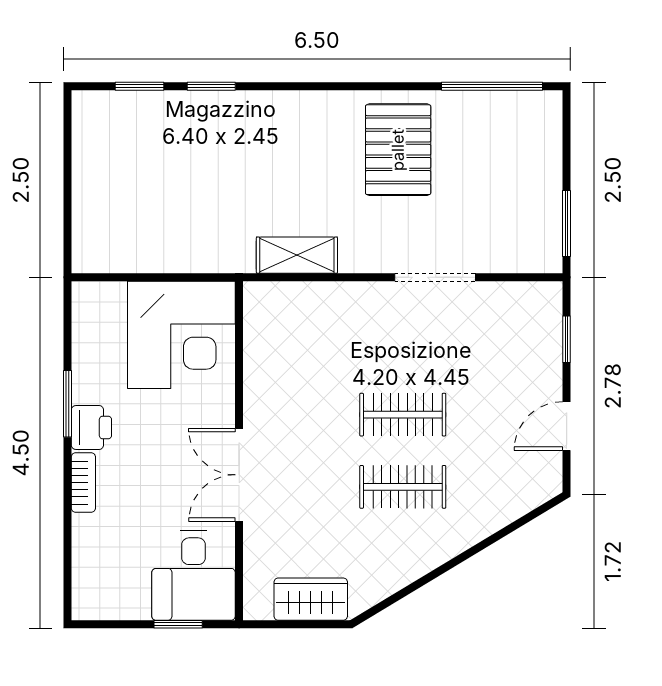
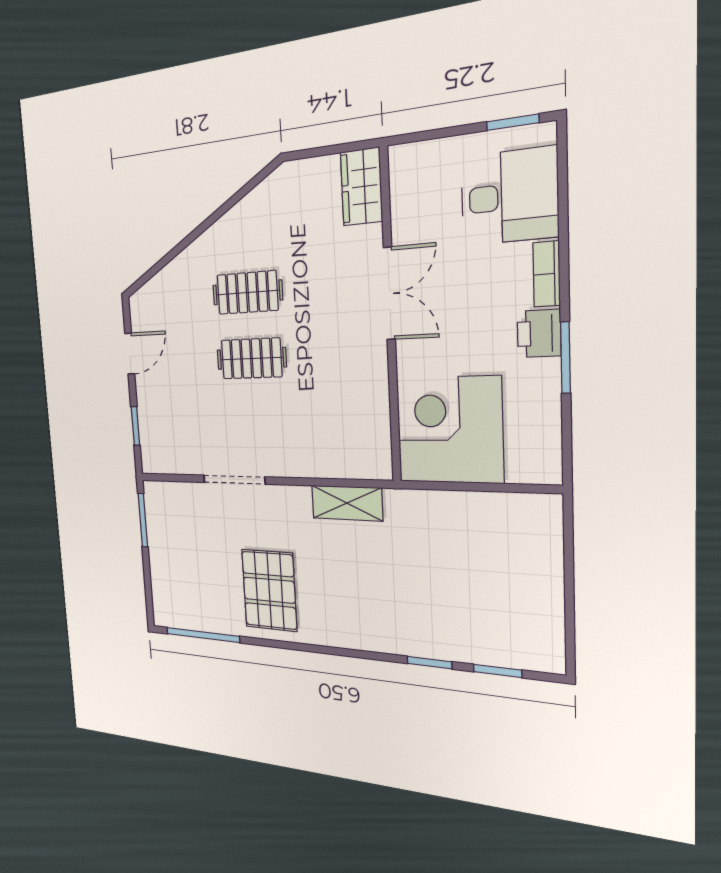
desk: (194, 575) -> (509, 197), moved, turned 90
wardrobe: (311, 599) -> (361, 187), moved, turned 90
window: (178, 624) -> (513, 122), moved

